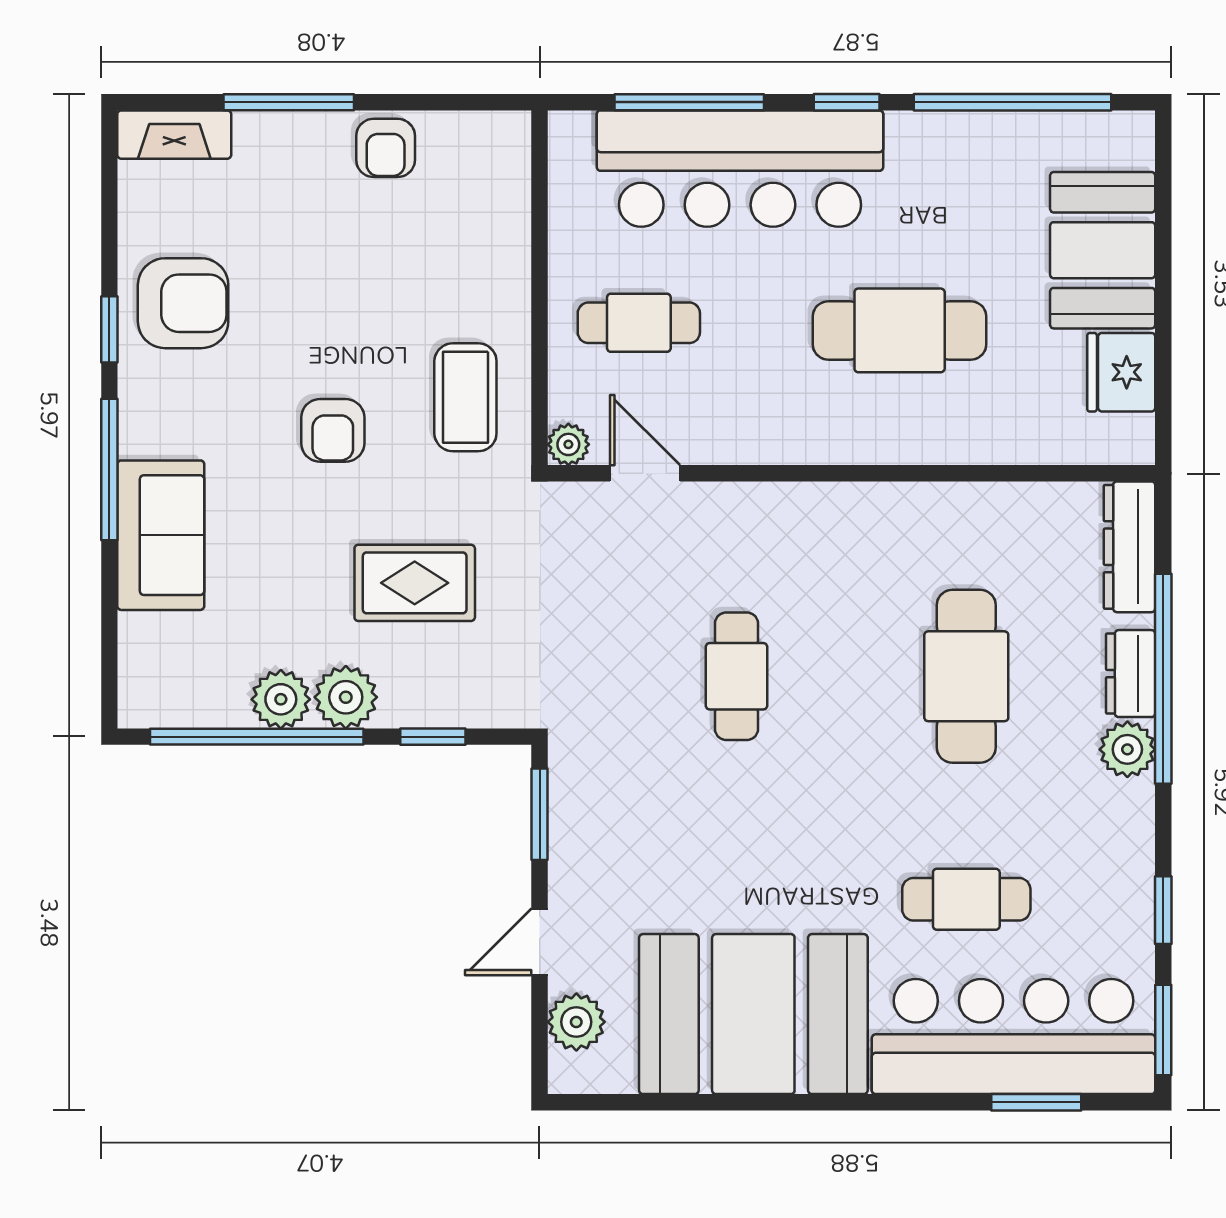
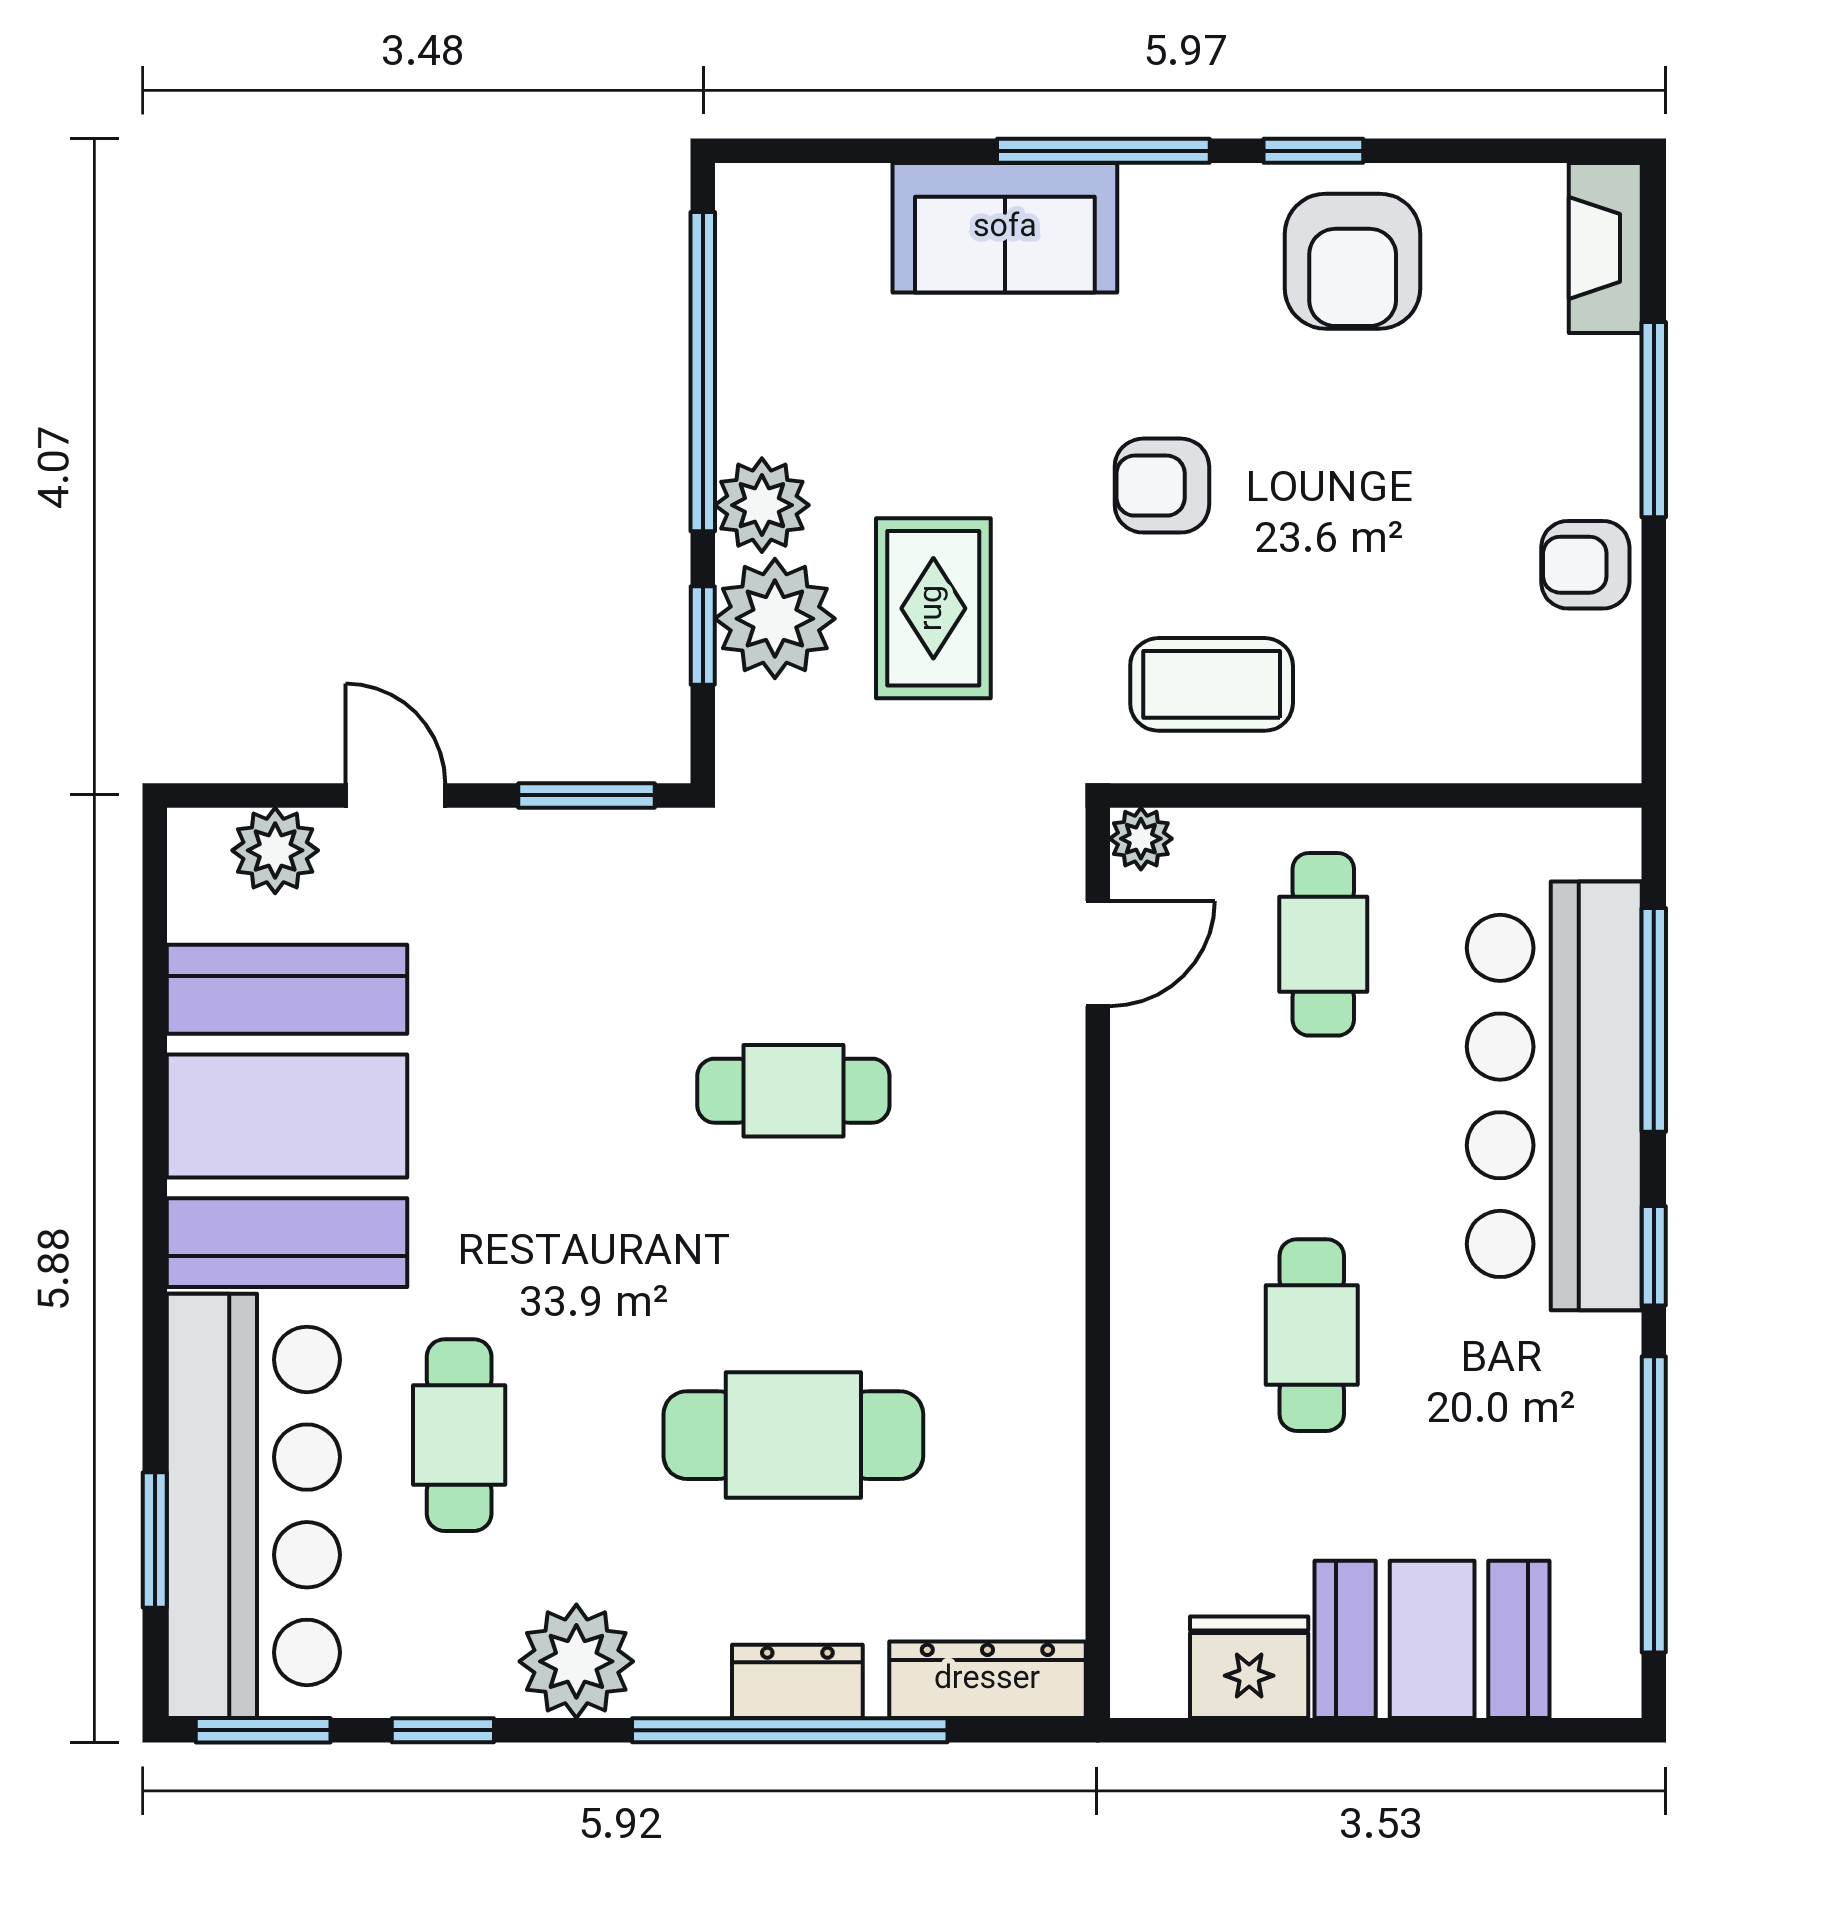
cafe table: (900, 330) -> (1312, 1335), width x0.73, depth x0.74
plant: (281, 699) -> (775, 619), moved, width x1.36, depth x1.36
plant: (1127, 749) -> (576, 1661), moved, width x1.36, depth x1.36

